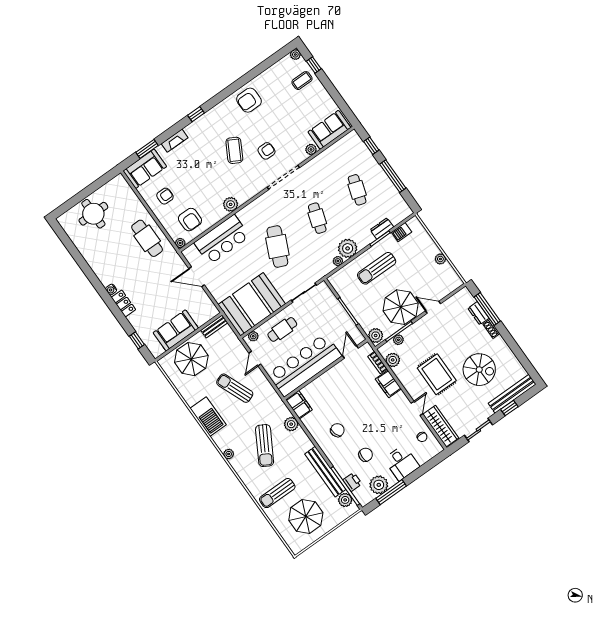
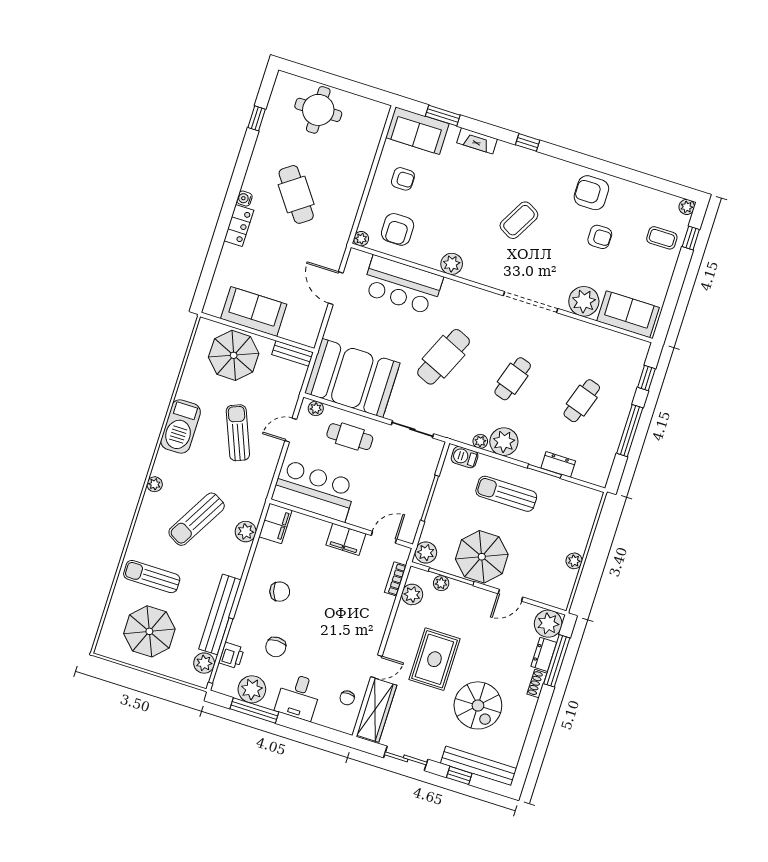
plant: (311, 149) -> (584, 301), width x1.87, depth x1.87
armchair: (266, 151) -> (600, 237), moved
barbecue: (402, 232) -> (465, 457), moved
cafe table: (147, 238) -> (296, 194), moved, turned -36
plant: (464, 298) -> (548, 624), added
door: (433, 307) -> (510, 595), swing flipped
window: (137, 340) -> (257, 118), moved
bar counter: (305, 365) -> (314, 491), width x0.73
filing cabinet: (388, 384) -> (346, 539), moved, turned -90
chair: (366, 455) -> (276, 647), turned 90

